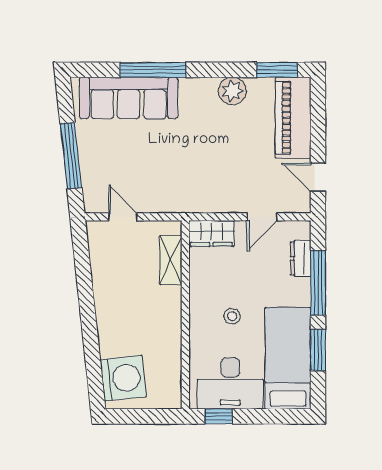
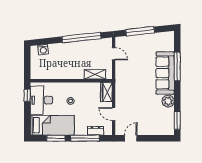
sofa: (129, 98) -> (165, 73), moved
piano: (293, 118) -> (157, 127), removed
door: (123, 217) -> (114, 54), hinge flipped
window: (86, 291) -> (81, 38), added
washing machine: (123, 378) -> (43, 50), width x0.53, depth x0.53

